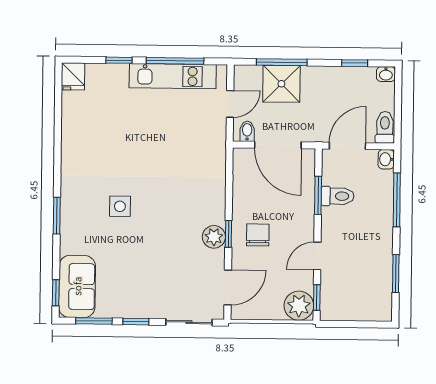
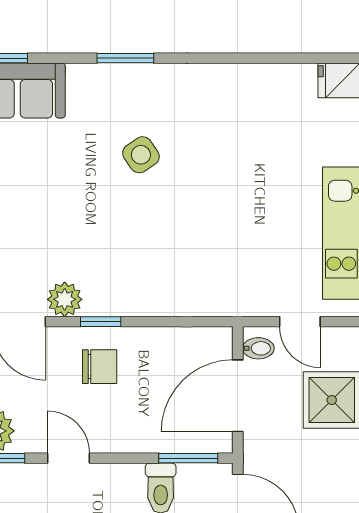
window: (318, 195) -> (188, 458), moved
side table: (120, 206) -> (141, 155), turned -34
plant: (214, 237) -> (65, 299), moved

